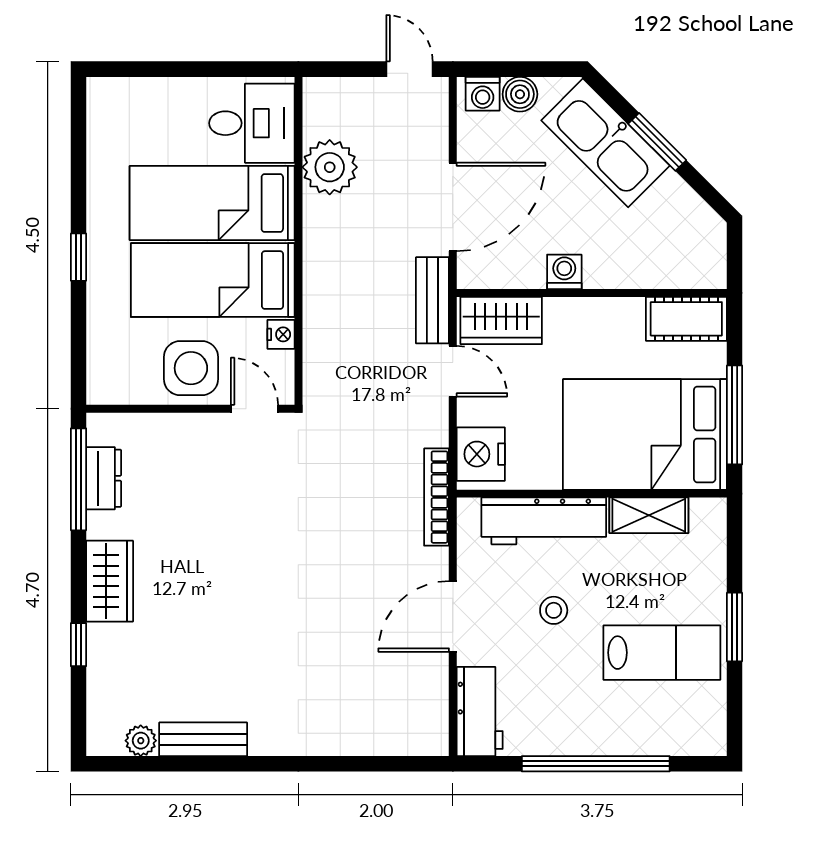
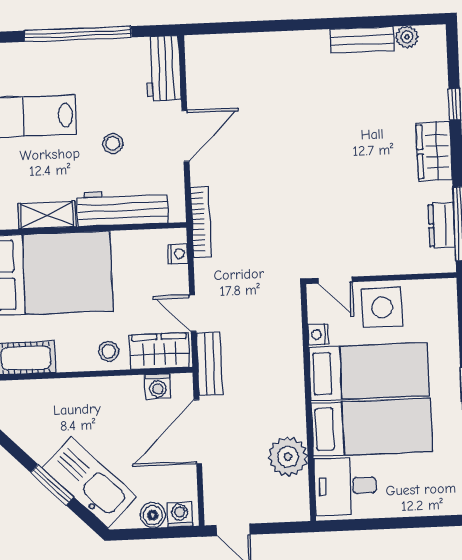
washing machine: (564, 272) -> (158, 386), moved
stool: (571, 323) -> (109, 351), added
nightstand: (481, 454) -> (178, 254), width x0.53, depth x0.56

